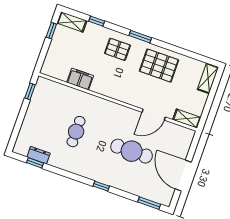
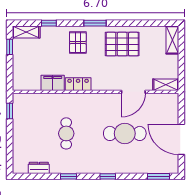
pallet: (117, 49) -> (78, 43), turned 90
locker: (104, 89) -> (78, 84), added
window: (35, 163) -> (68, 176), moved

